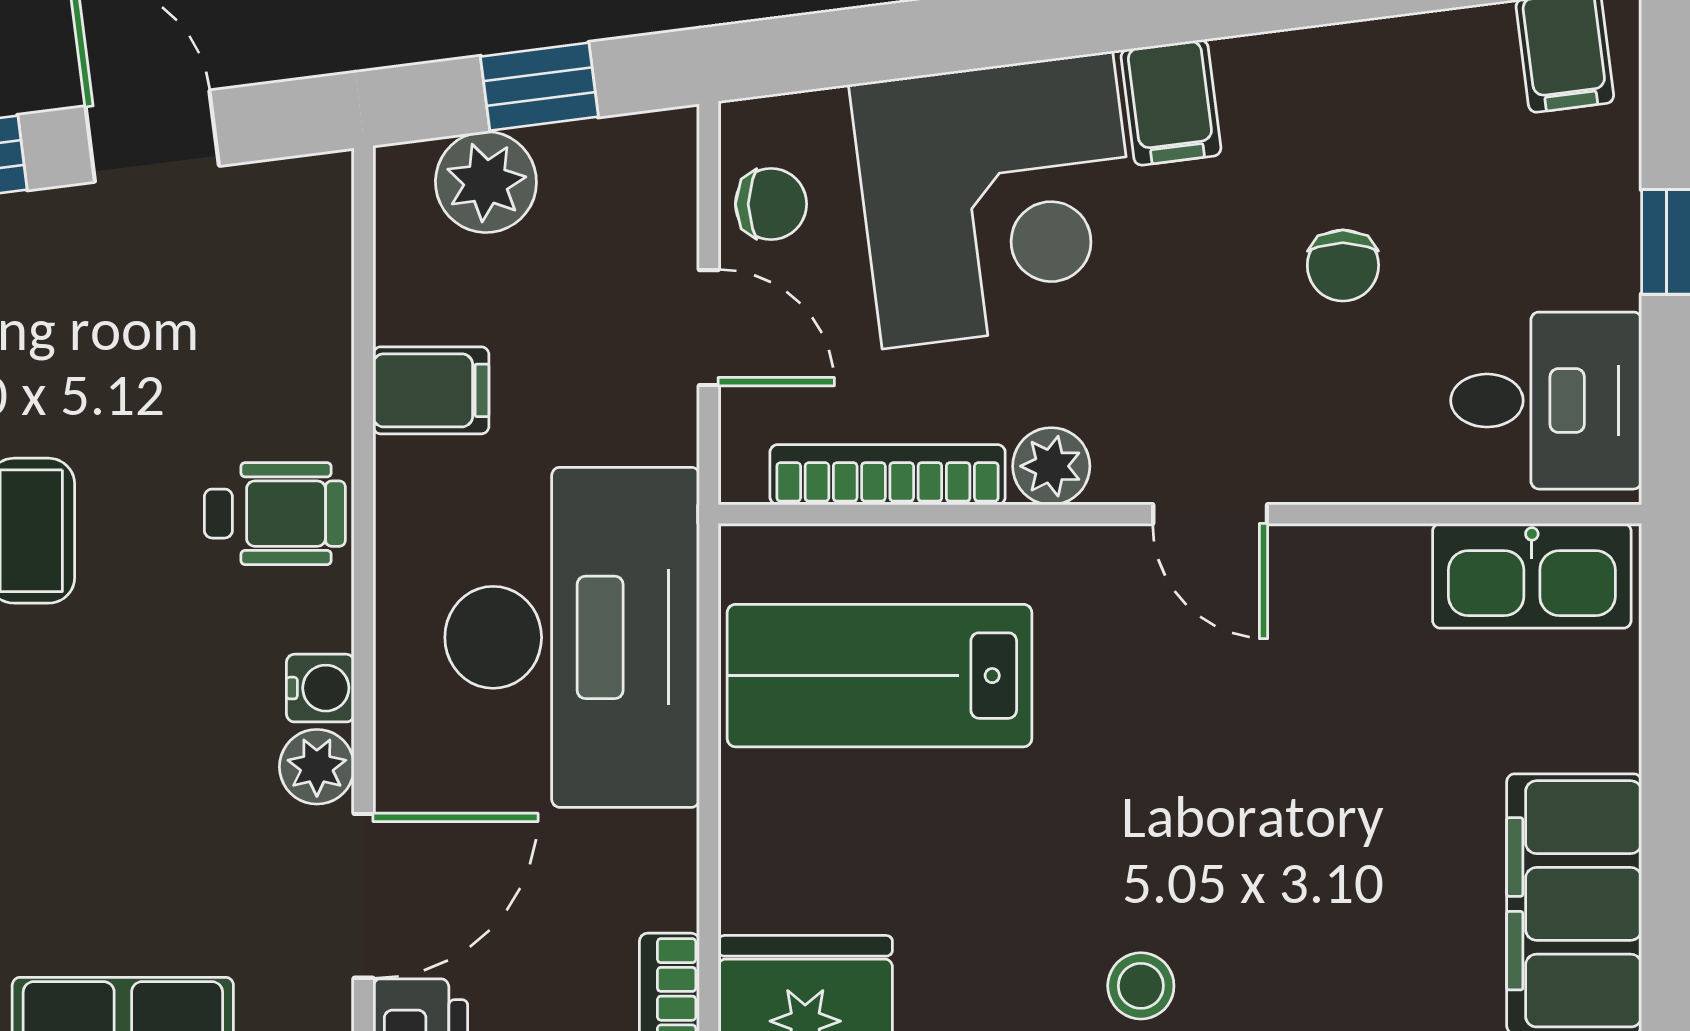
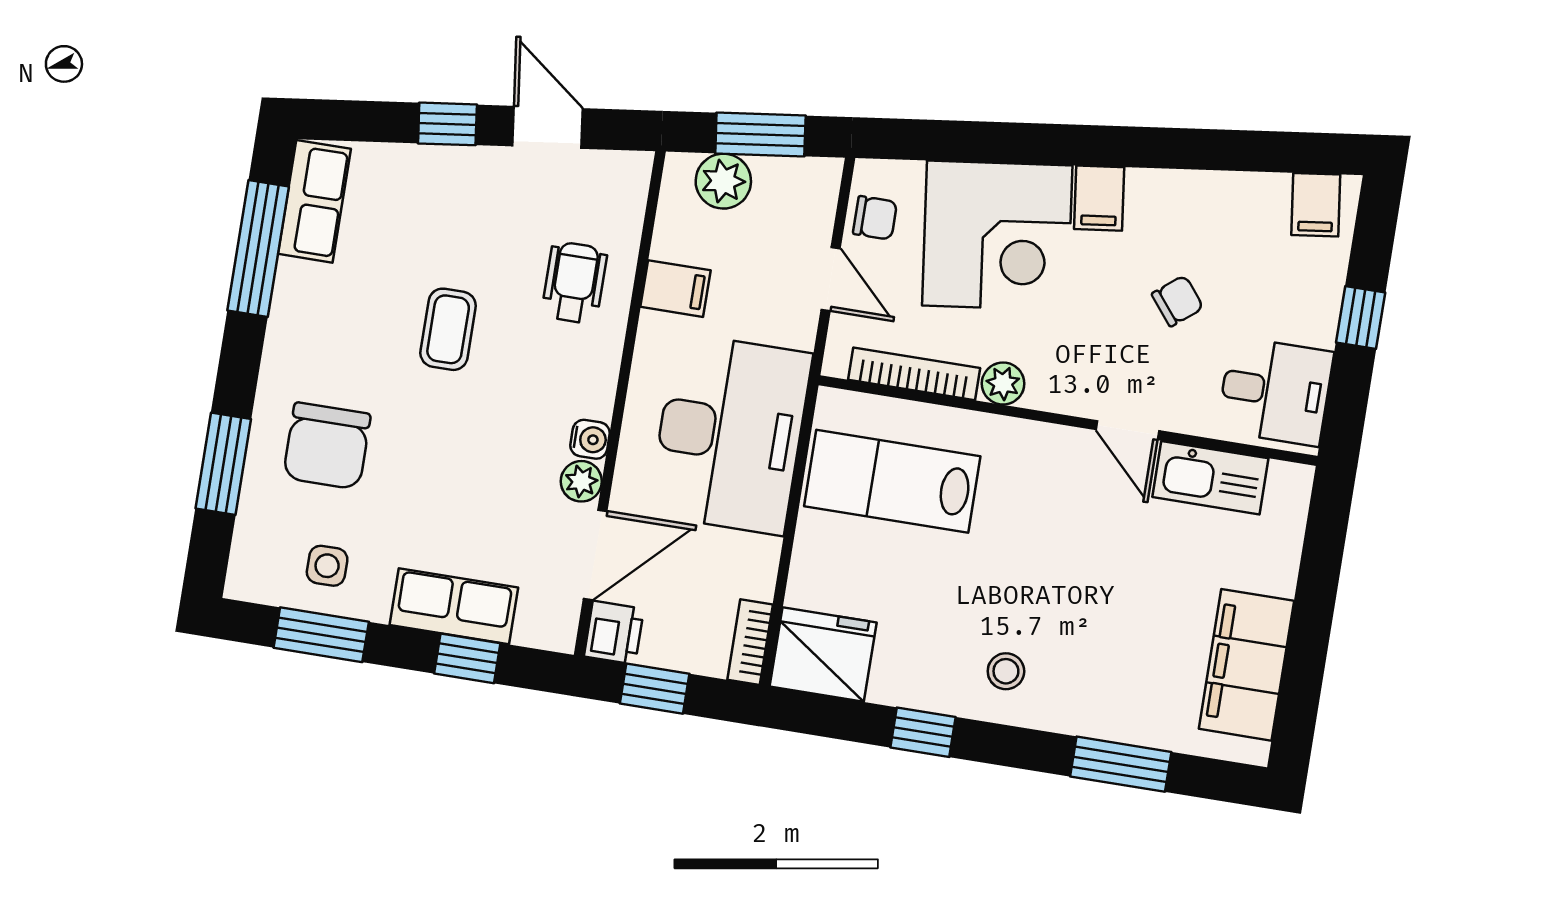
window: (539, 87) -> (760, 134), width x1.50
chair: (1343, 265) -> (1178, 301), turned -129
wheelchair: (275, 514) -> (574, 283), moved, turned -90
door: (1210, 514) -> (1127, 430), moved
kitchen sink: (1532, 576) -> (1210, 478), moved

